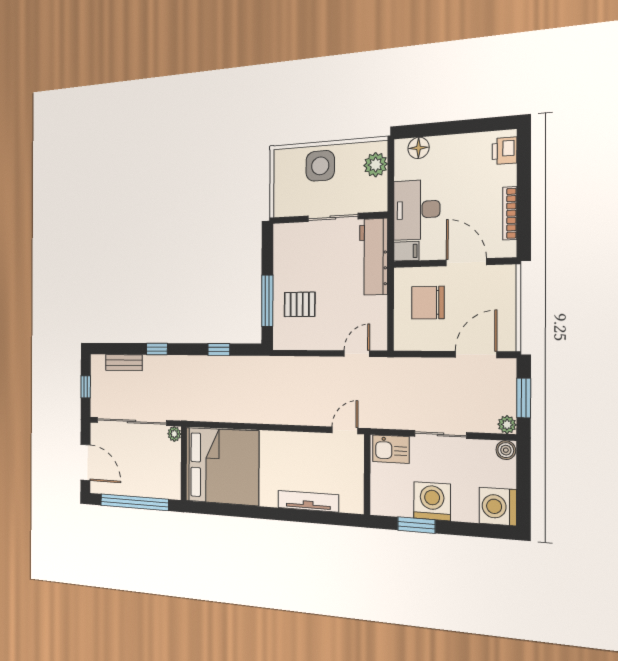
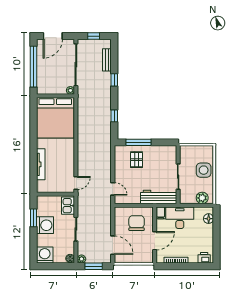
door: (345, 430) -> (76, 183), hinge flipped

